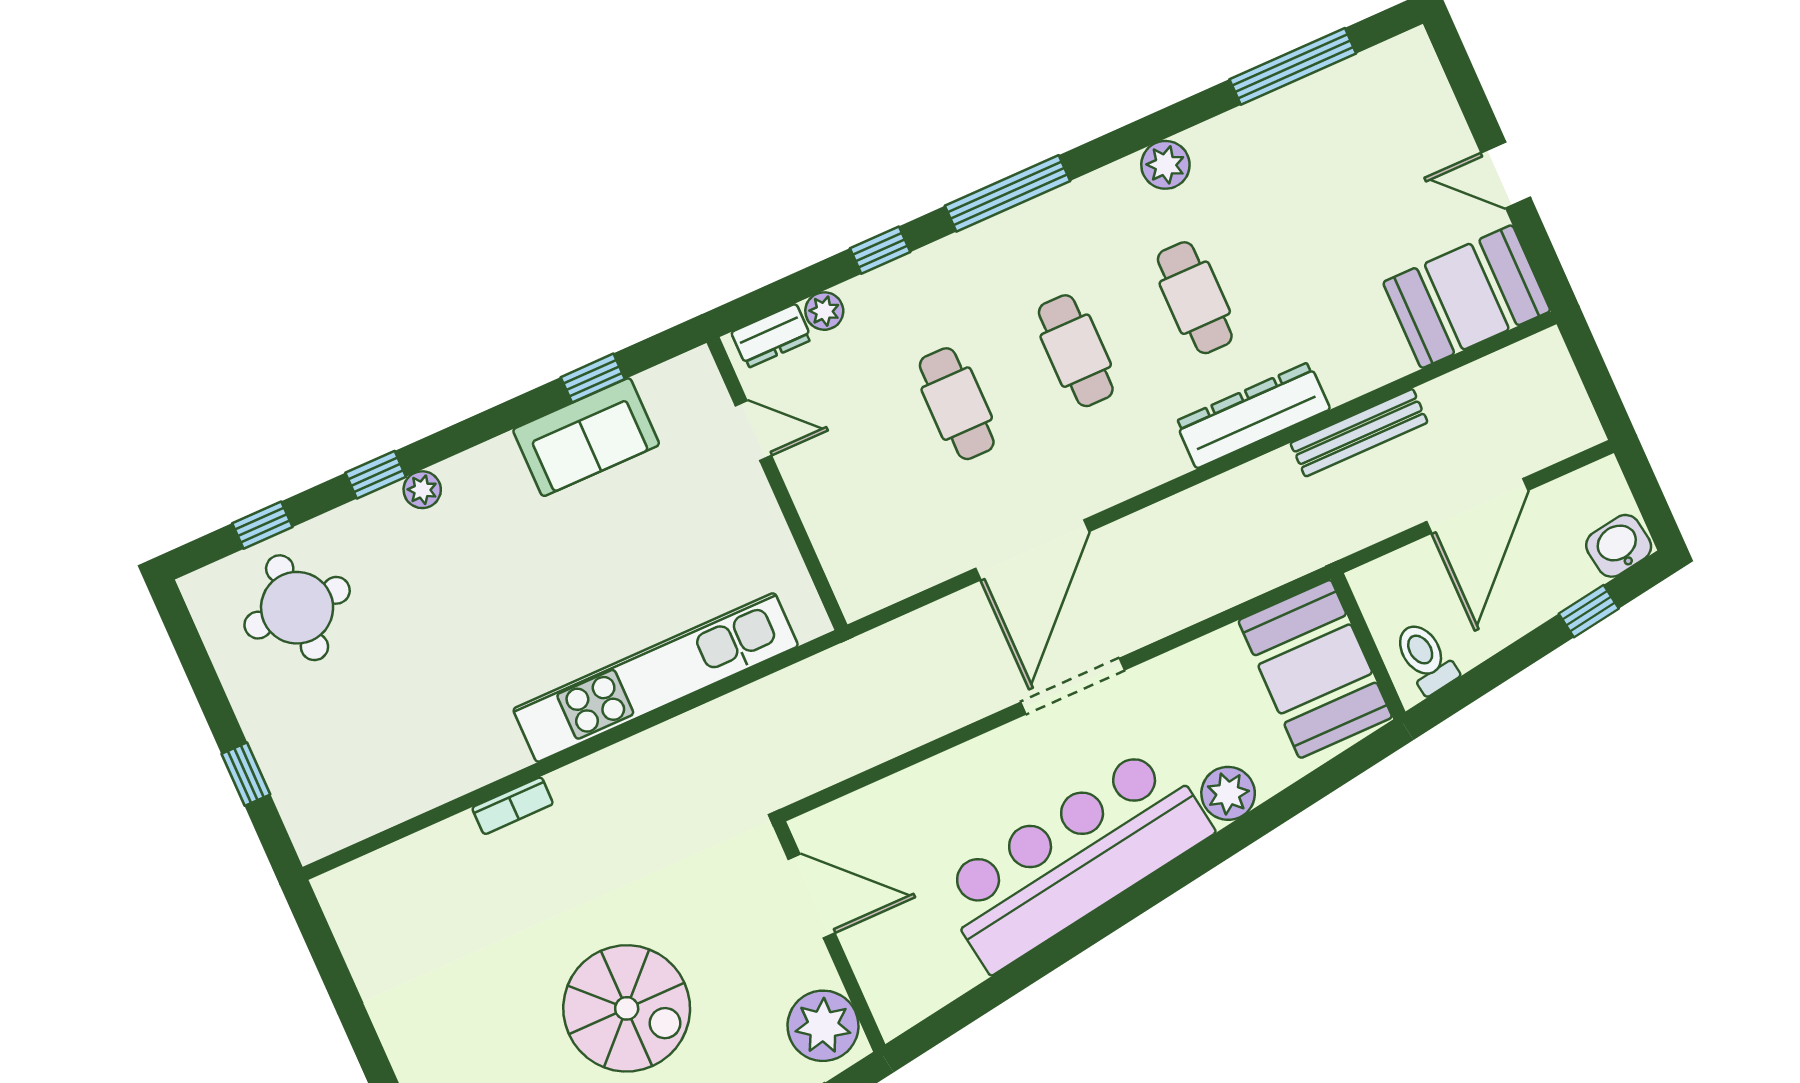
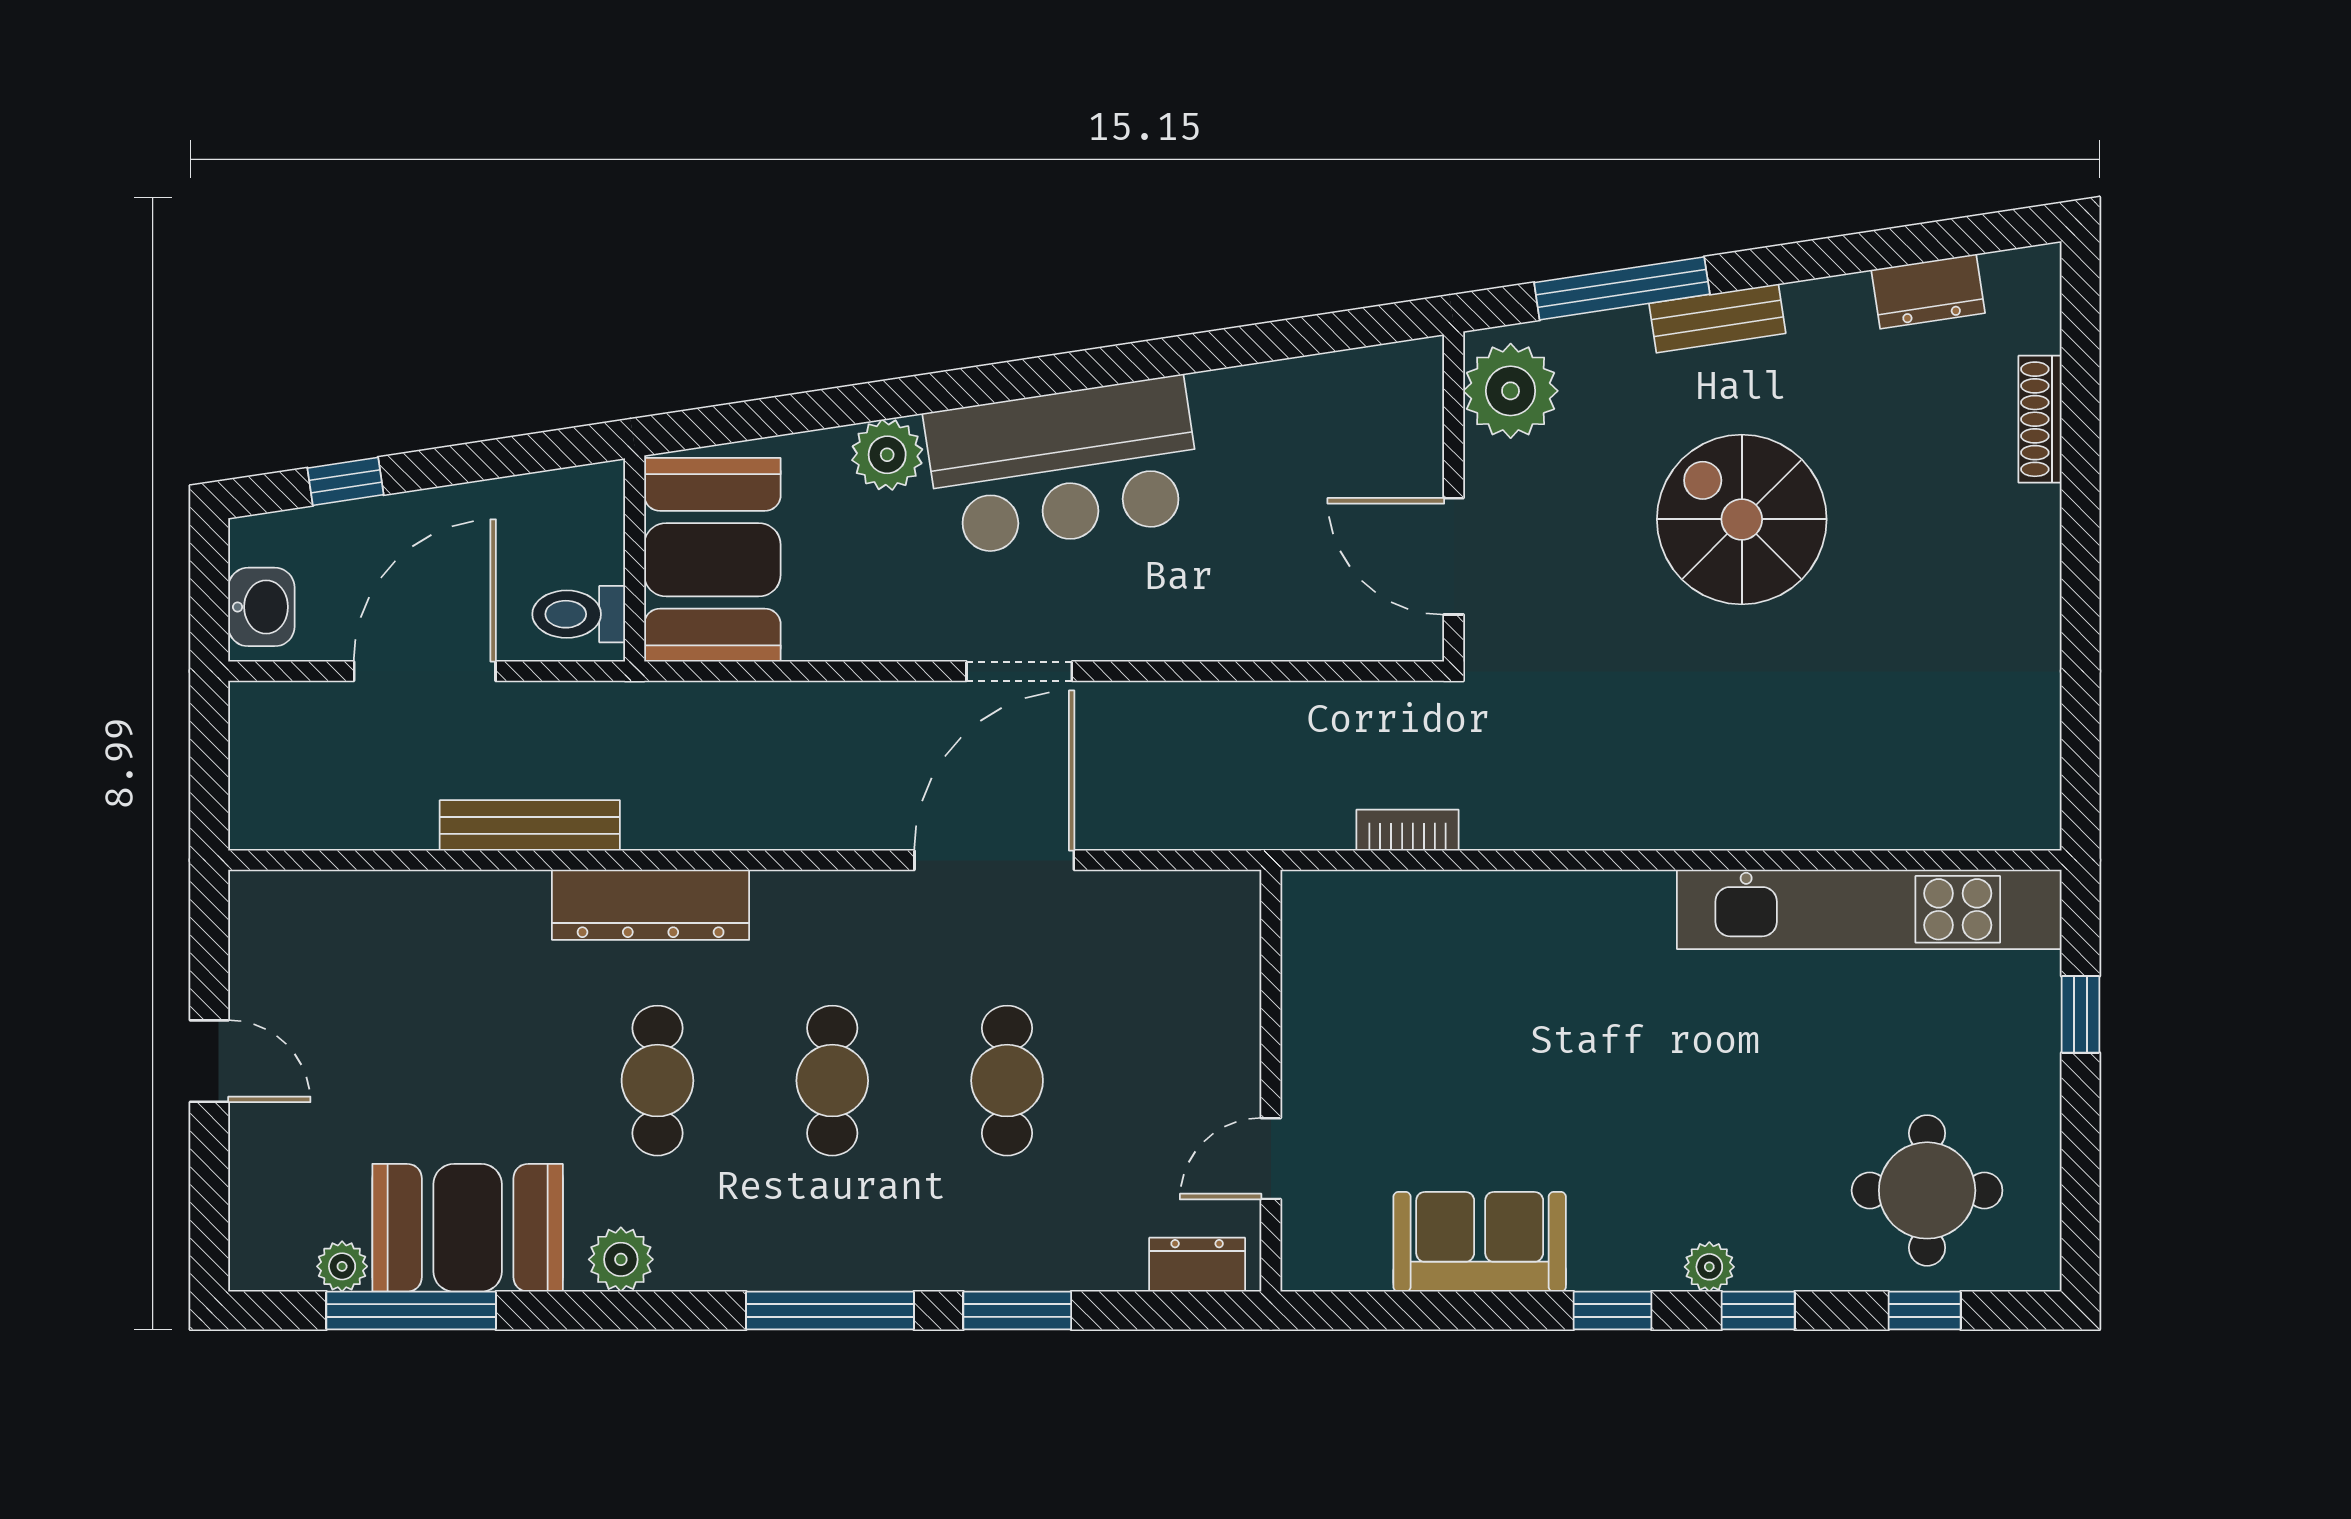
window: (880, 250) -> (1017, 1311), width x1.50
booth: (1467, 297) -> (468, 1228), moved
plant: (824, 311) -> (342, 1266), moved
window: (593, 378) -> (1612, 1311), moved
door: (753, 431) -> (1271, 1159), hinge flipped
washbasin: (1619, 546) -> (261, 607), moved, turned -81
toilet: (1425, 658) -> (579, 614), moved, turned 99
kitchen unit: (656, 677) -> (1869, 909), moved
doorway: (1073, 686) -> (1019, 671), width x0.73
bookcase: (513, 806) -> (1408, 830), moved
bar counter: (1074, 858) -> (1064, 466), width x0.73

